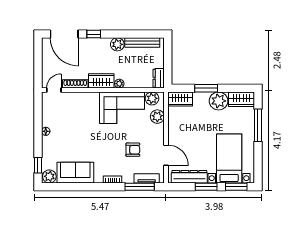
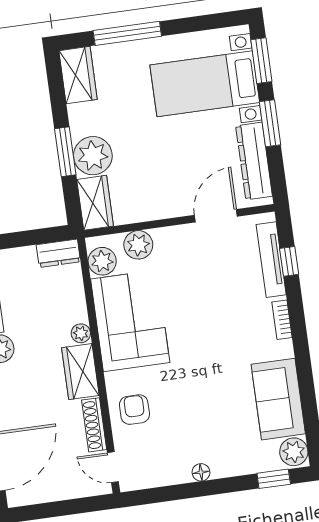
plant: (219, 101) -> (93, 156), moved
armchair: (133, 150) -> (134, 410), moved
tv unit: (147, 178) -> (271, 260), width x1.41
window: (140, 187) -> (289, 261), width x0.46

